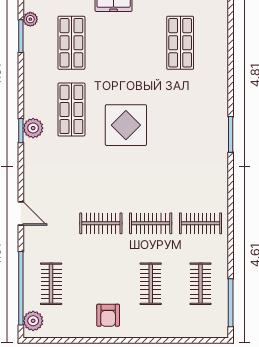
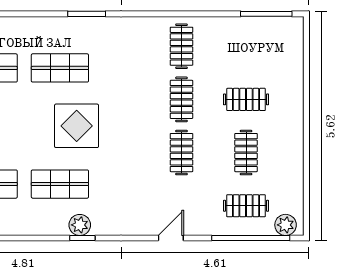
shop shelf: (180, 109) -> (60, 68), added
clothes rail: (201, 284) -> (246, 153), moved, turned 90
armchair: (108, 315) -> (280, 145), removed

